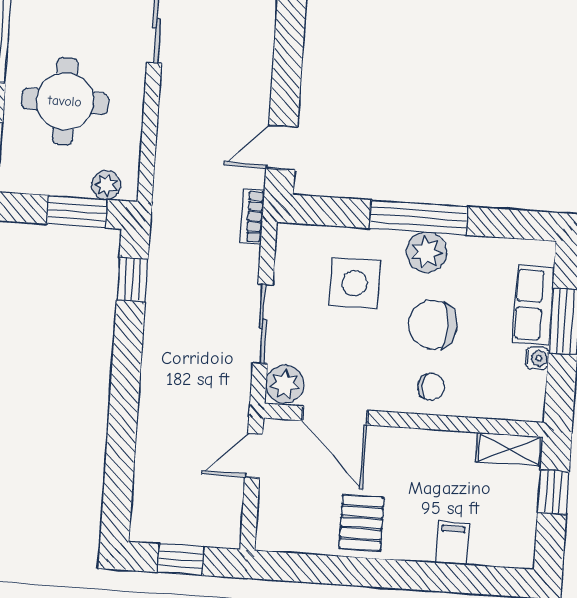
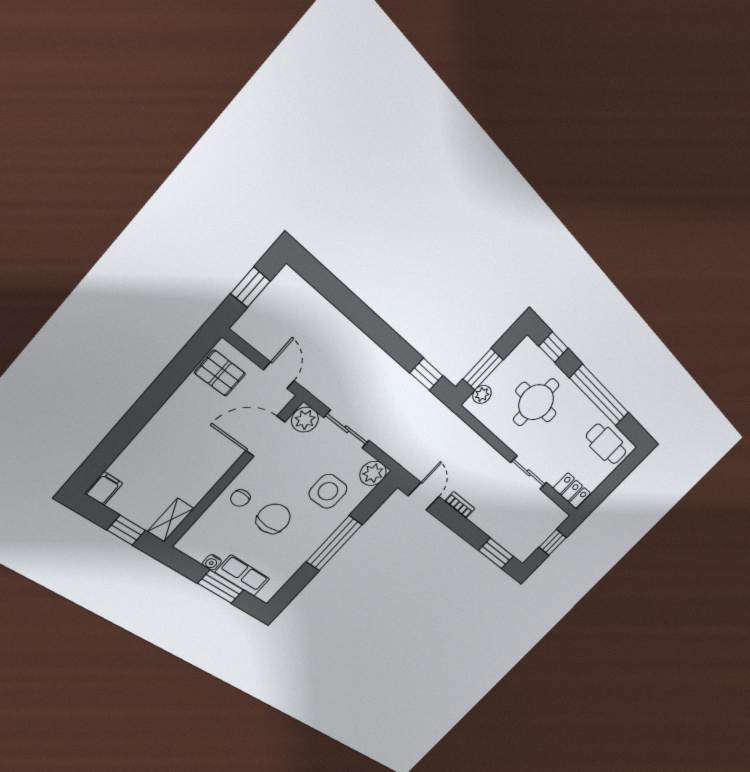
bookcase: (252, 216) -> (460, 505), moved
plant: (427, 252) -> (373, 473), moved
pallet: (362, 523) -> (220, 373), moved
filing cabinet: (452, 543) -> (104, 488), moved, turned -90

